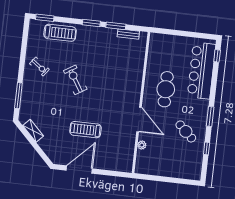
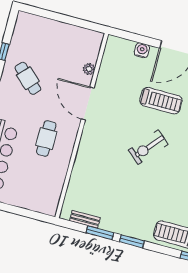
exercise bike: (75, 80) -> (148, 147), moved, turned 73
cafe table: (166, 89) -> (46, 138), width x0.73, depth x0.74
water cooler: (105, 165) -> (142, 50), added

